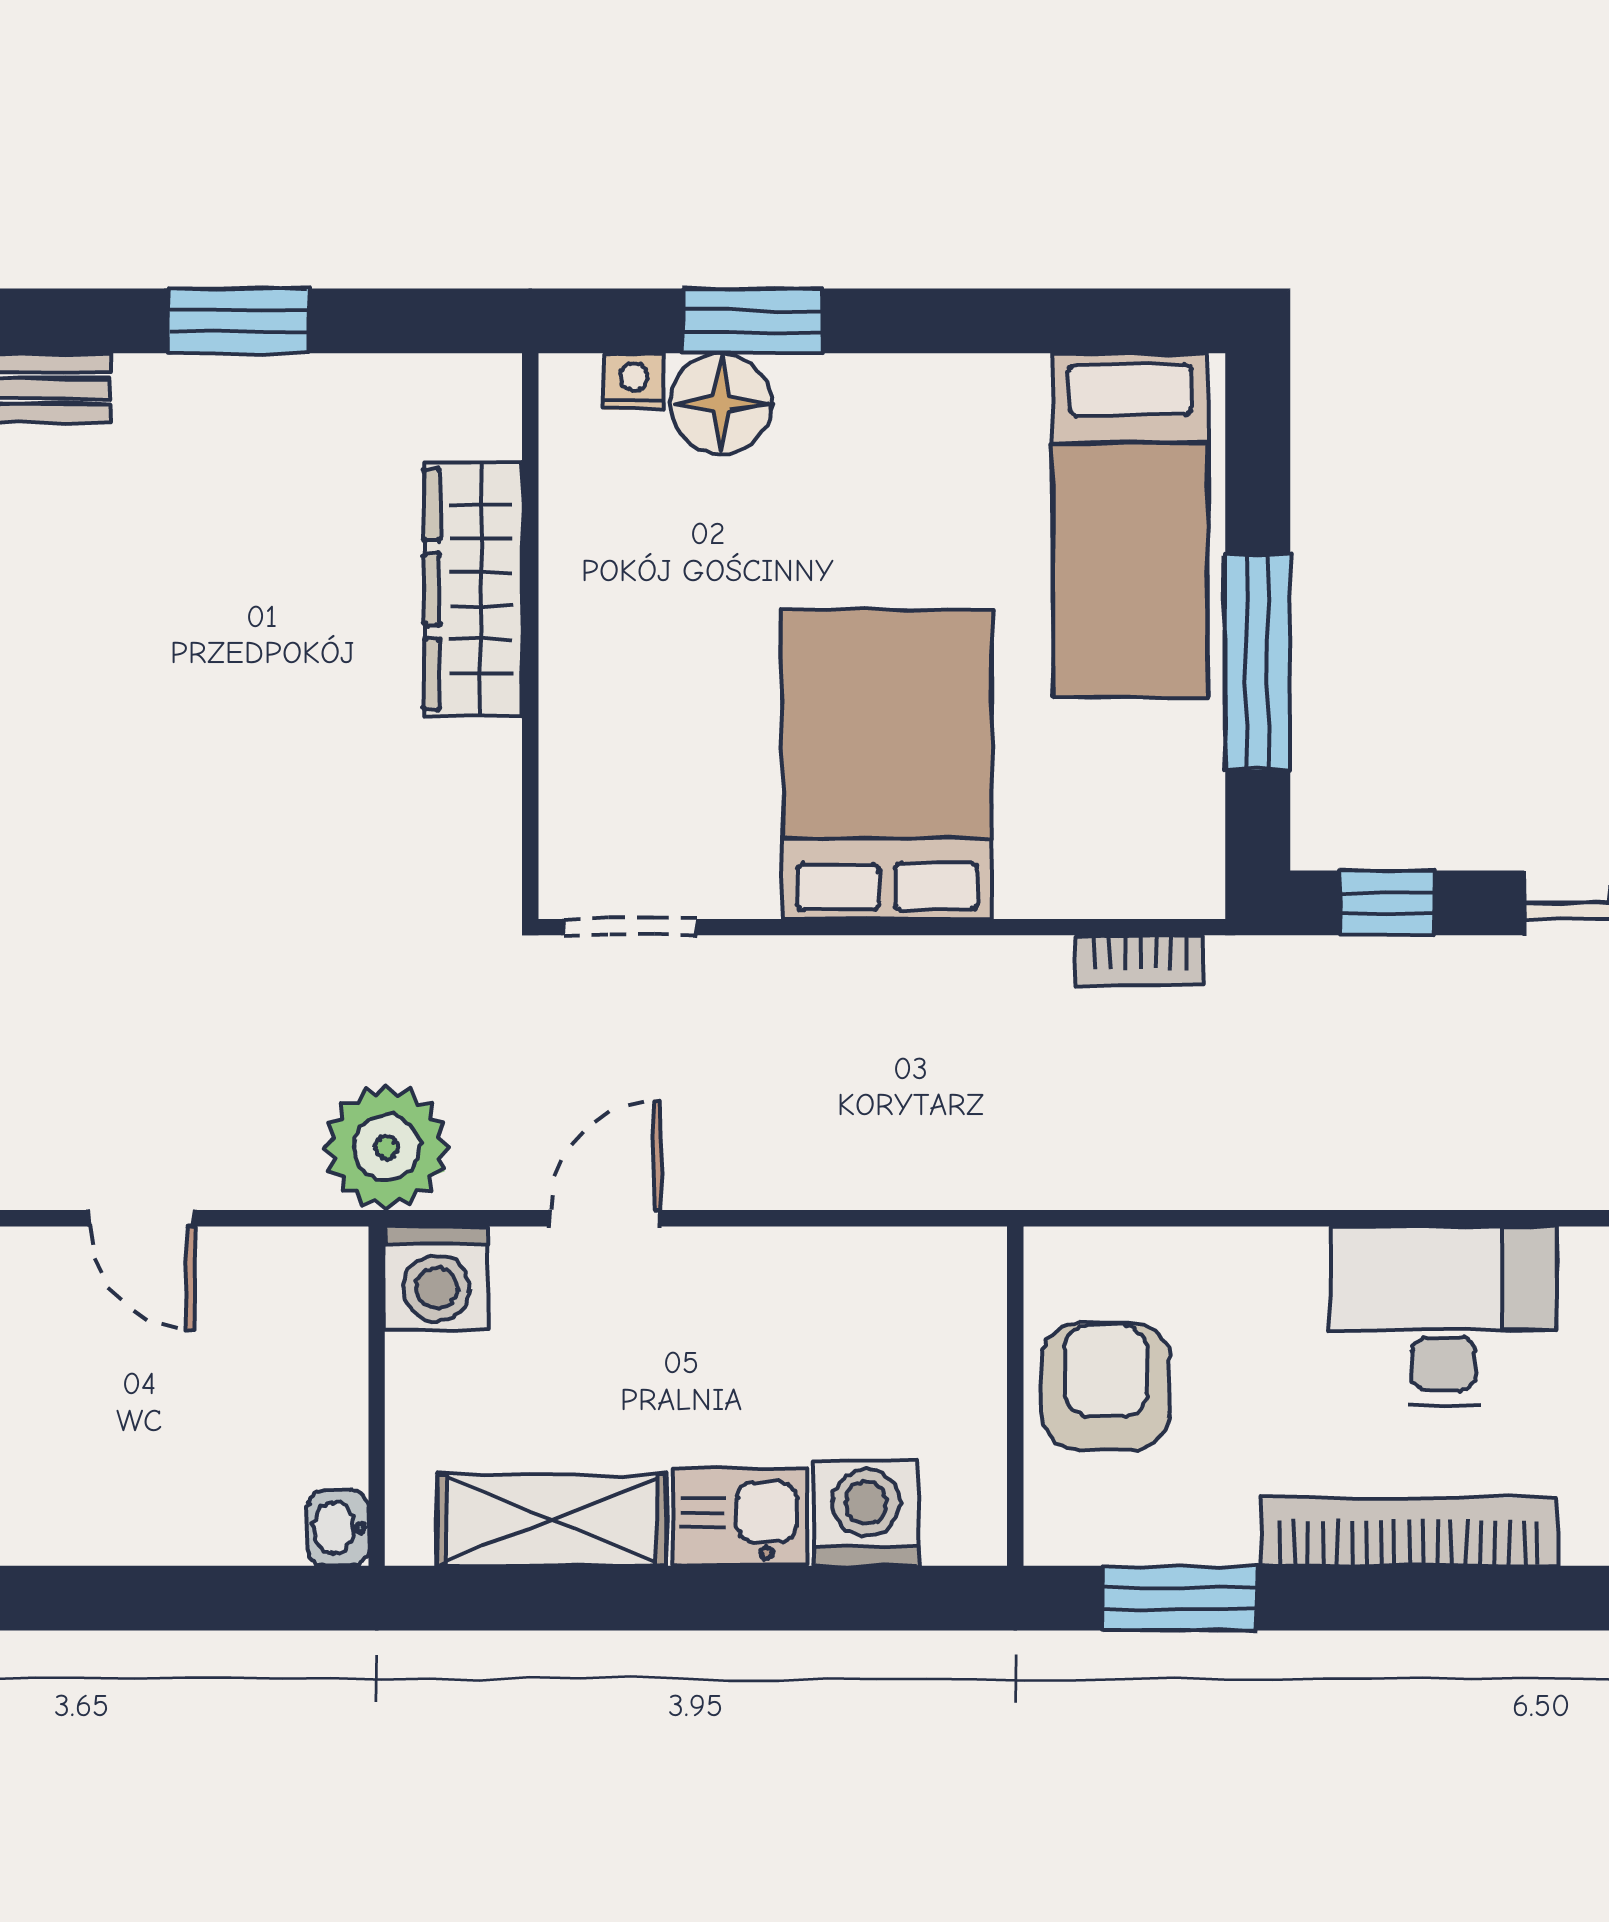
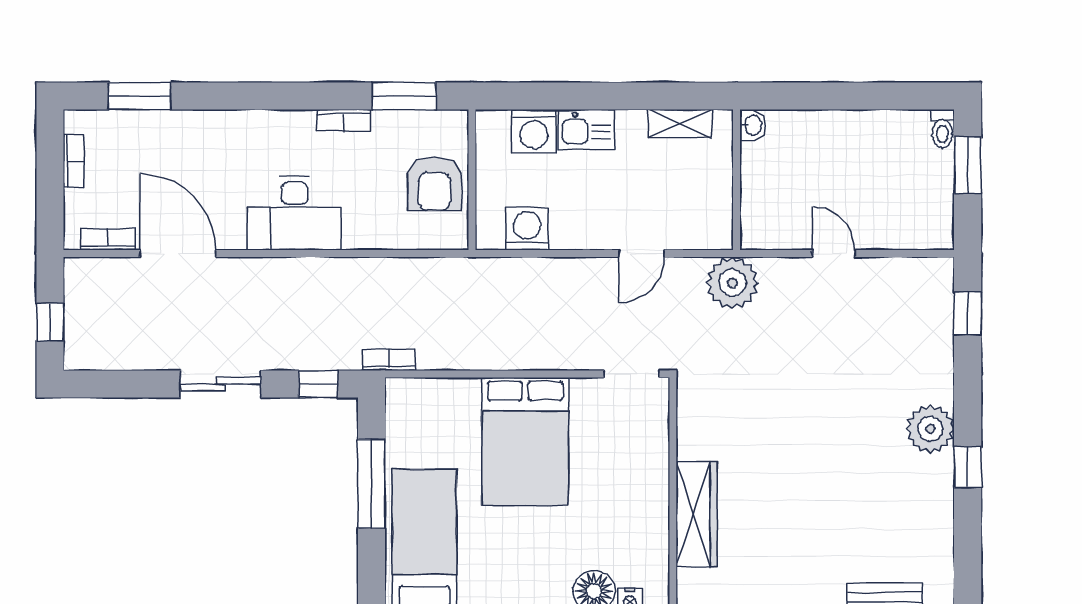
bookcase: (1140, 961) -> (389, 360), moved
washing machine: (436, 1278) -> (527, 229), moved
shelving: (552, 1520) -> (680, 124), width x0.67, depth x0.75
bookcase: (1409, 1532) -> (344, 120), width x0.43, depth x0.76

